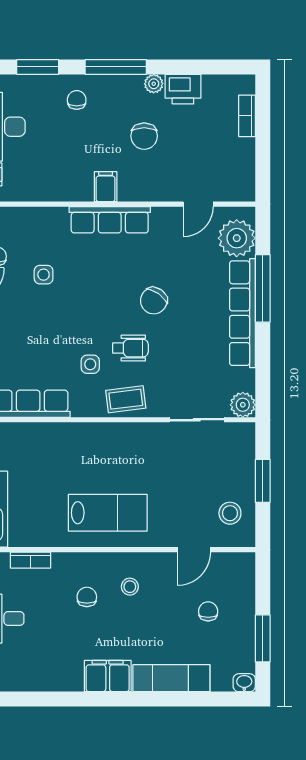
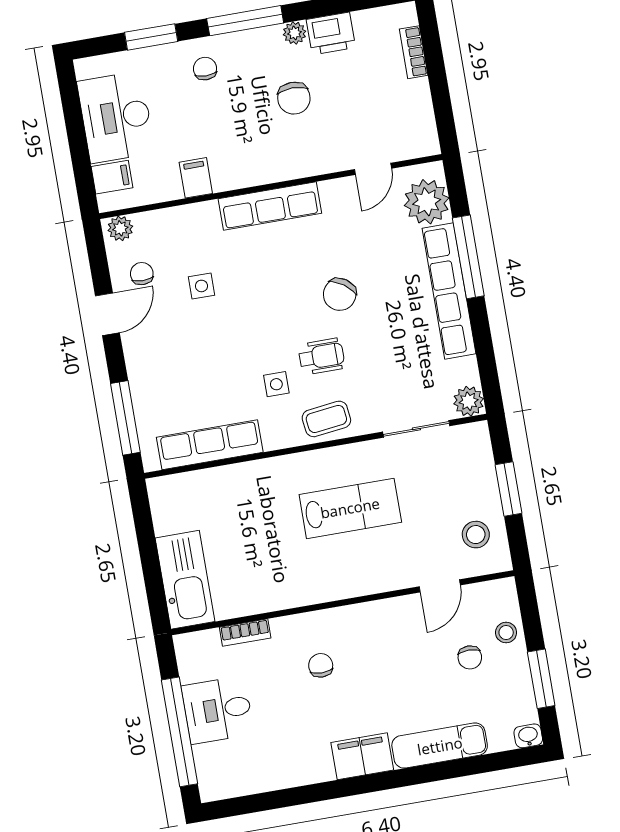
filing cabinet: (106, 187) -> (196, 178), moved
lab bench: (108, 513) -> (350, 508), moved
stool: (130, 587) -> (506, 633), moved
chair: (208, 611) -> (470, 657), turned 180

